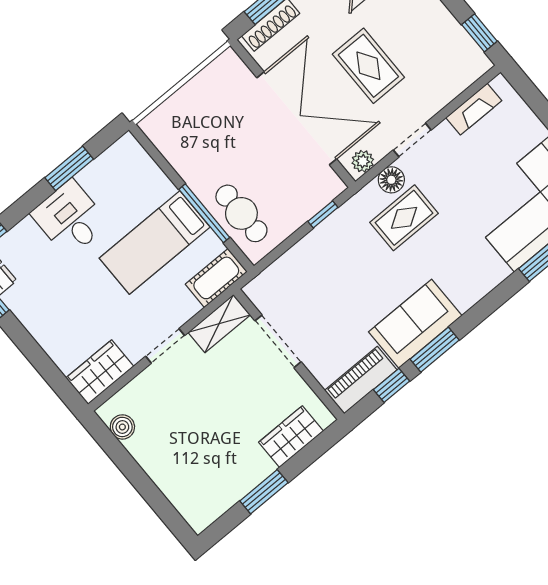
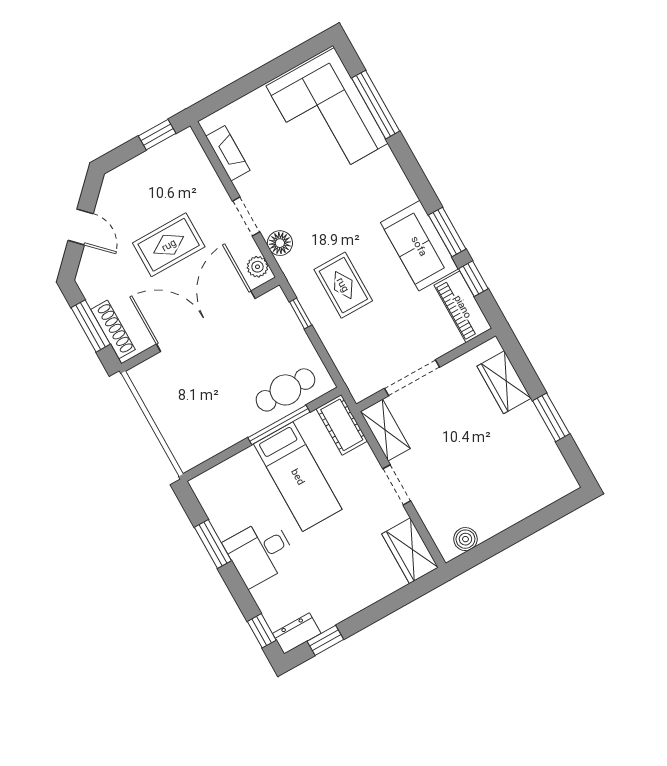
rug: (404, 218) -> (343, 285), moved

